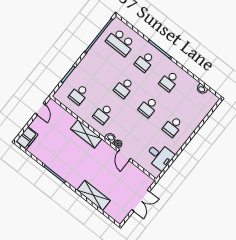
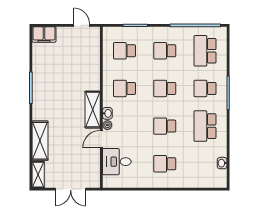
school desk: (100, 68) -> (165, 51), added
school desk: (169, 81) -> (205, 126), width x1.85
door: (40, 109) -> (82, 25), swing flipped
shelving: (86, 134) -> (93, 110), moved
desk: (160, 156) -> (117, 162), moved, turned 90
shelving: (115, 214) -> (38, 175), added

